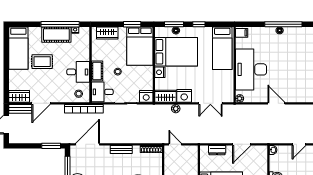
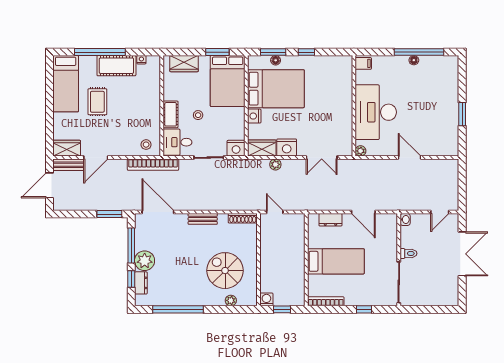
window: (60, 24) -> (100, 52), moved
bed: (222, 48) -> (337, 84), removed
rug: (42, 62) -> (97, 102), turned 90
desk: (78, 72) -> (145, 116), removed
door: (88, 144) -> (158, 212), hinge flipped
door: (242, 144) -> (363, 212), hinge flipped

